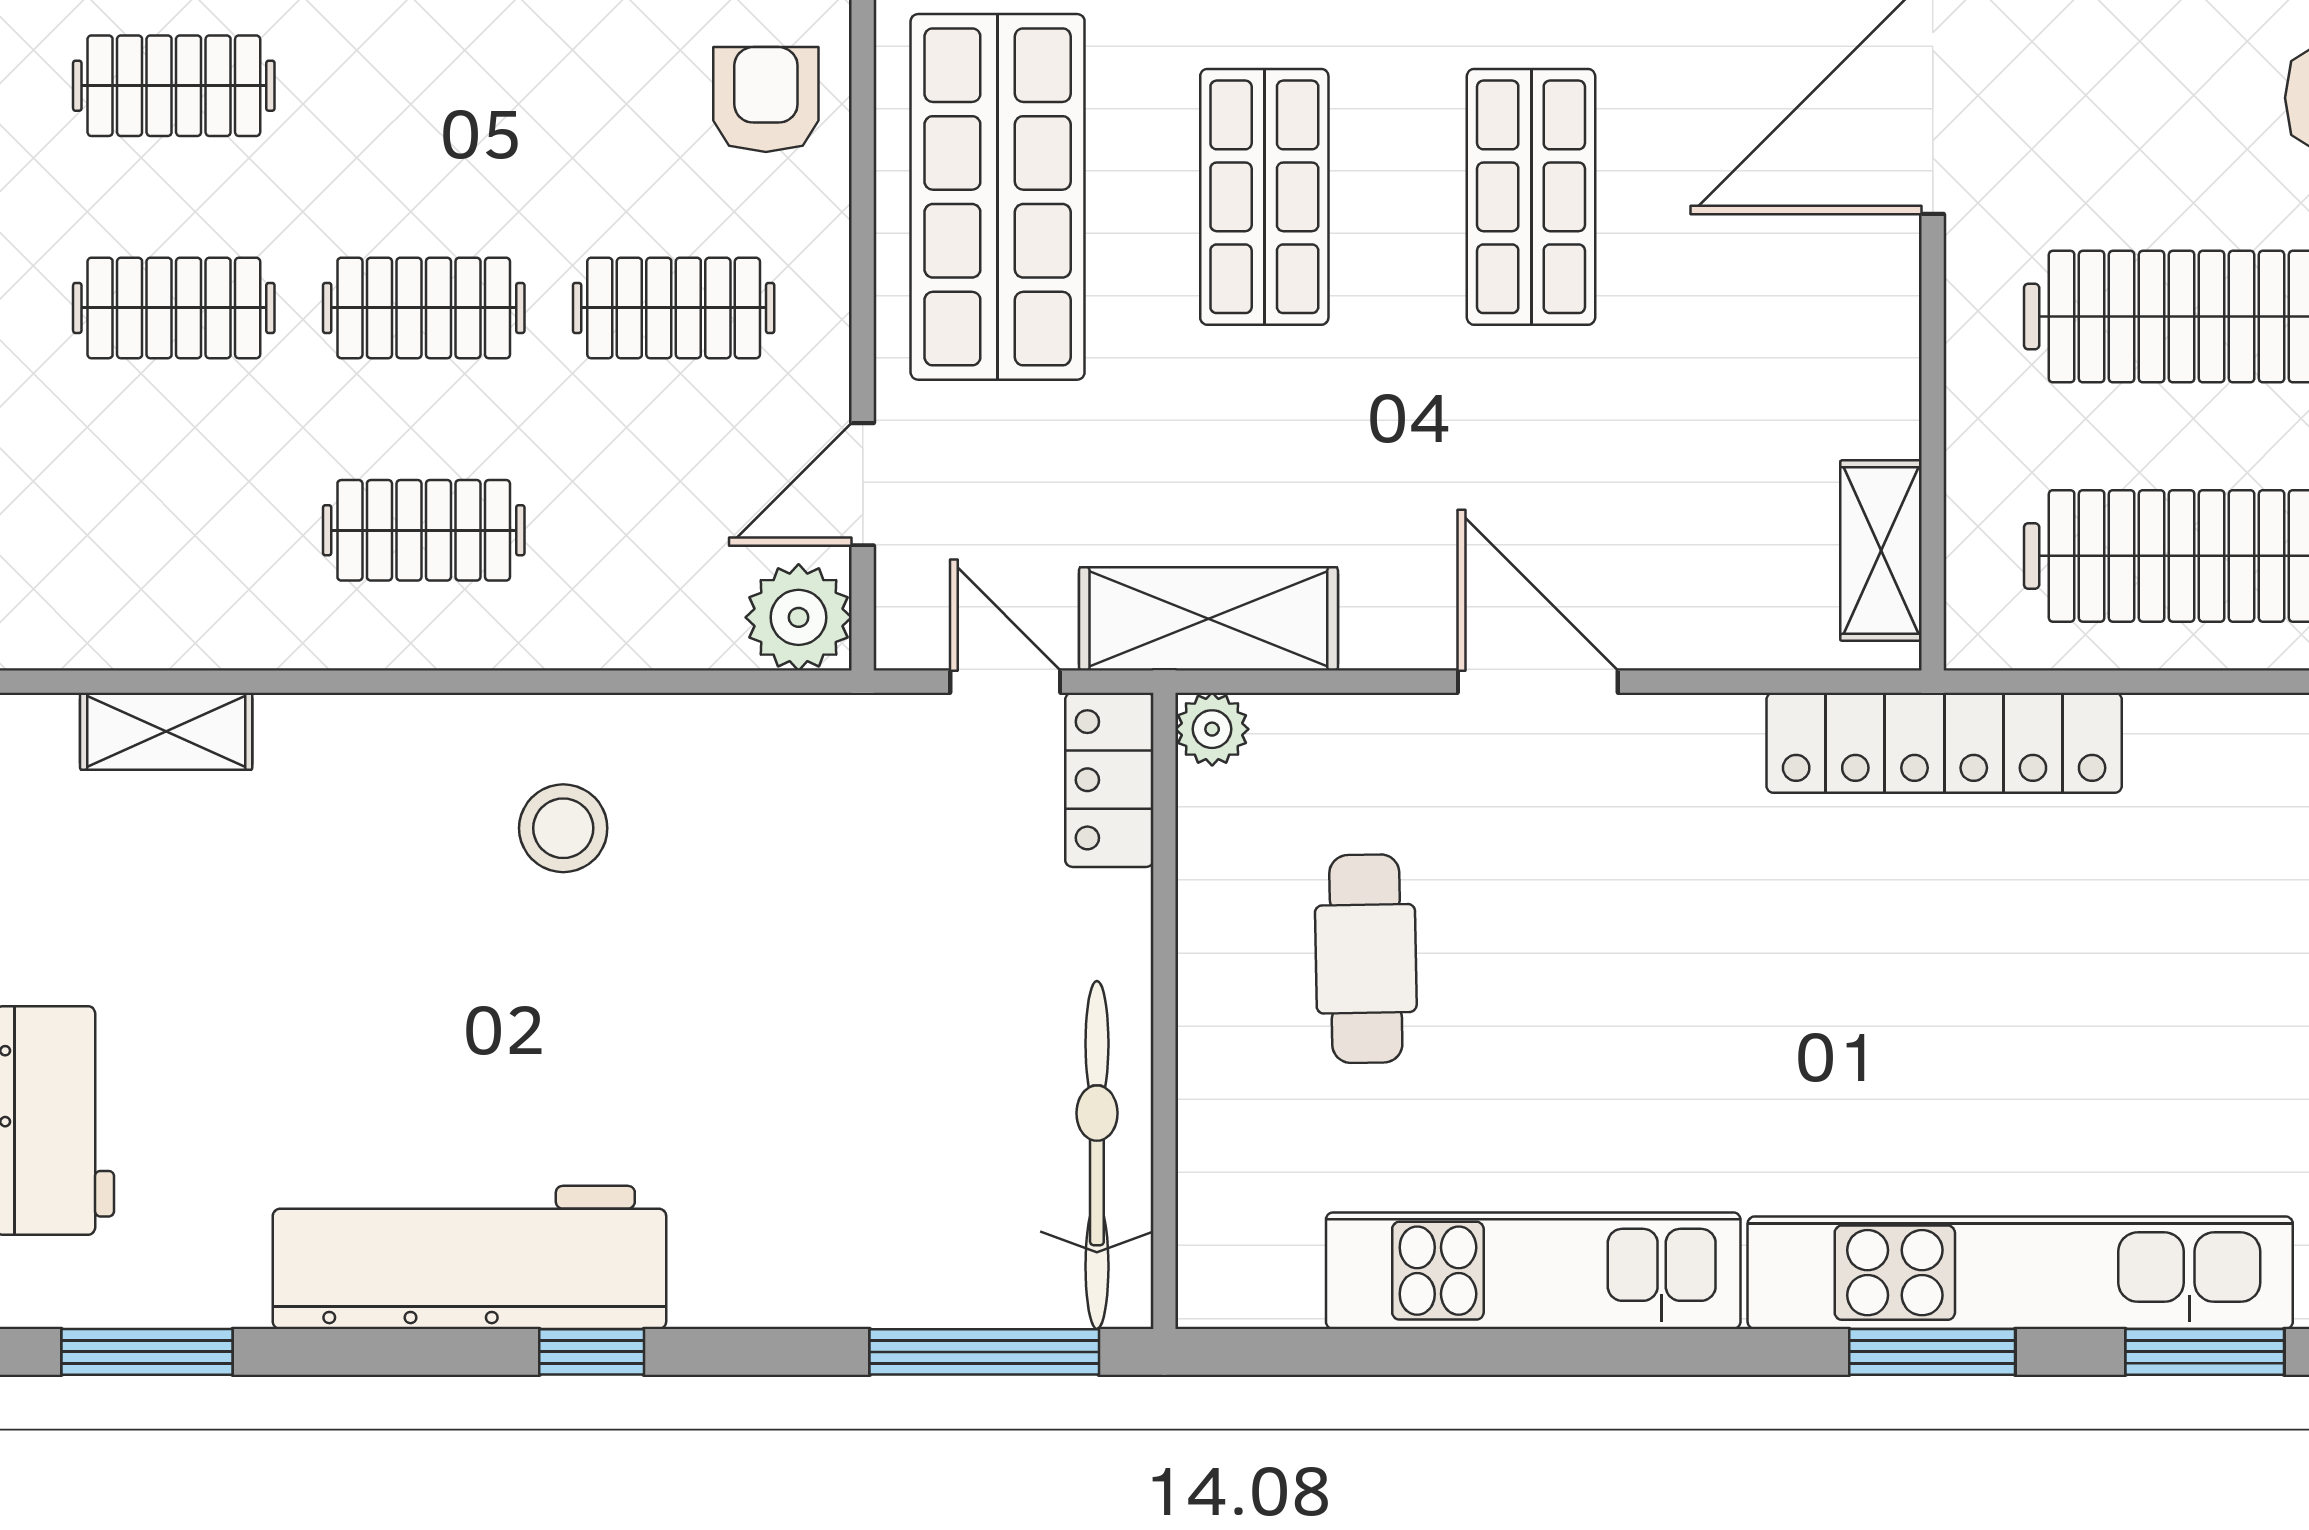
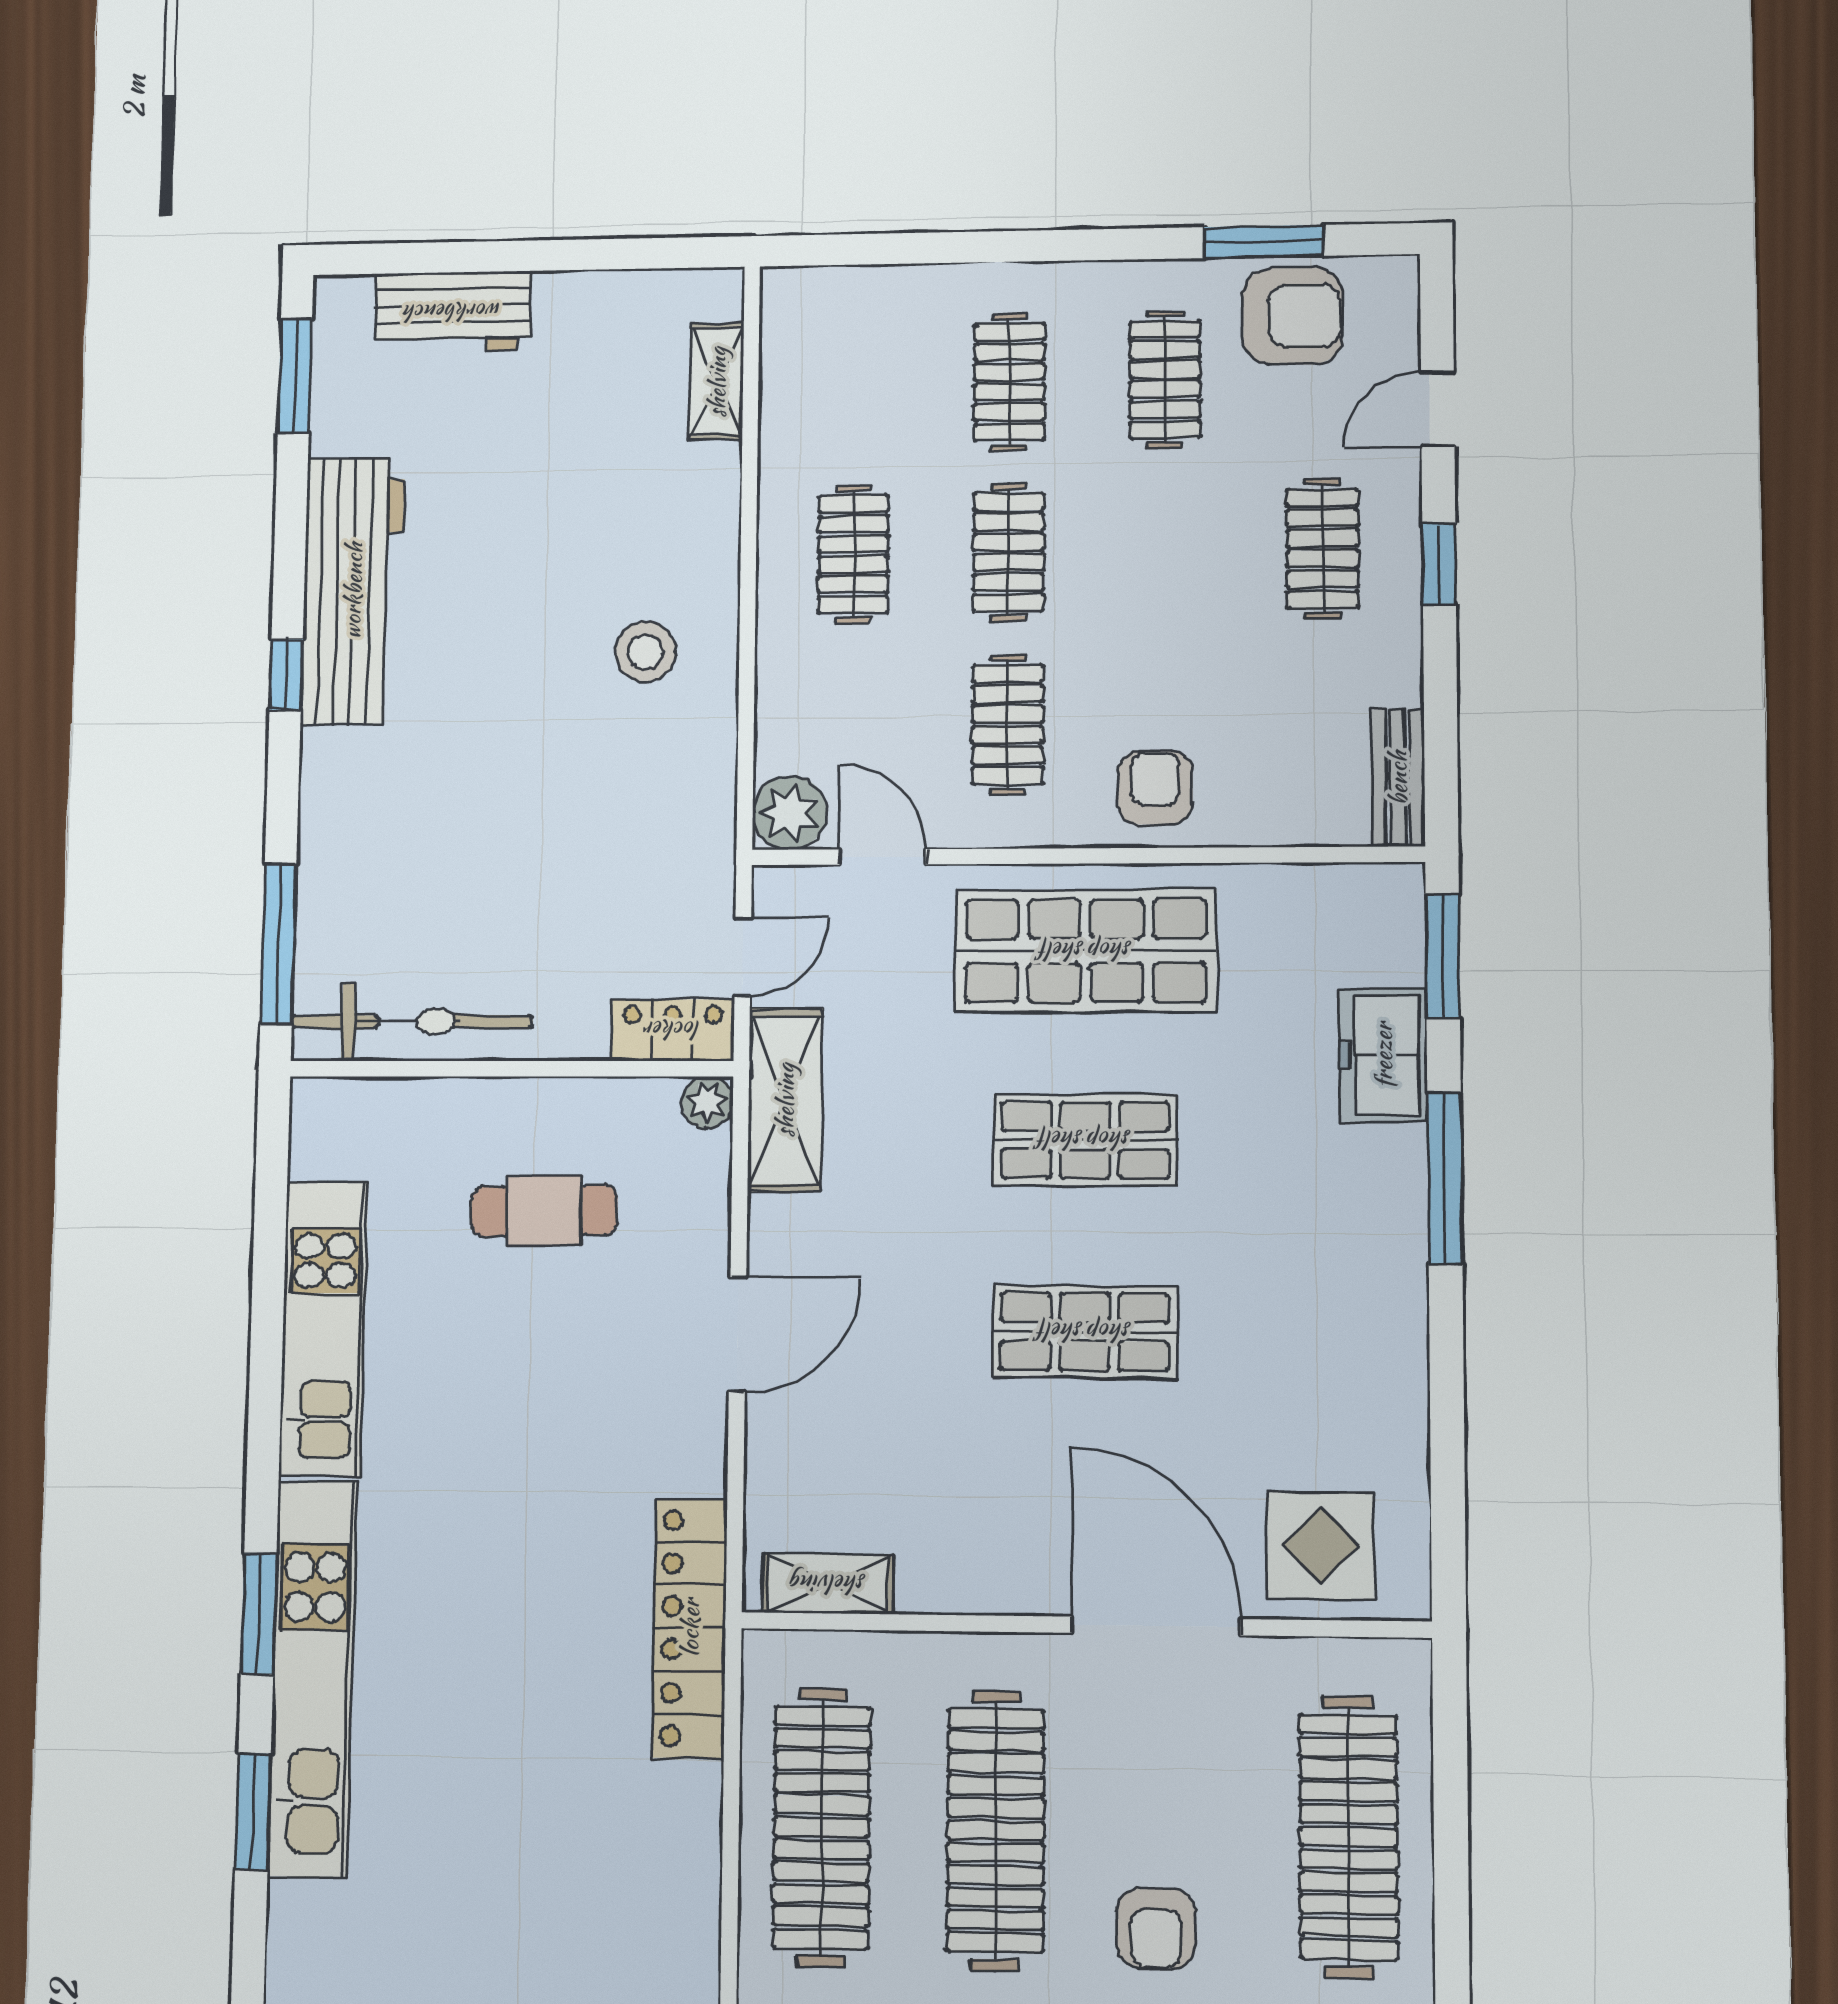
armchair: (766, 100) -> (1155, 788), turned -90

